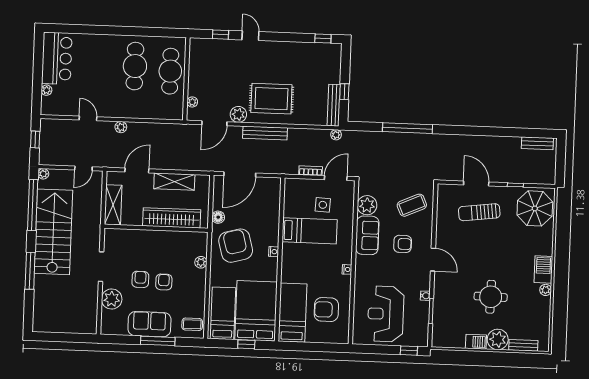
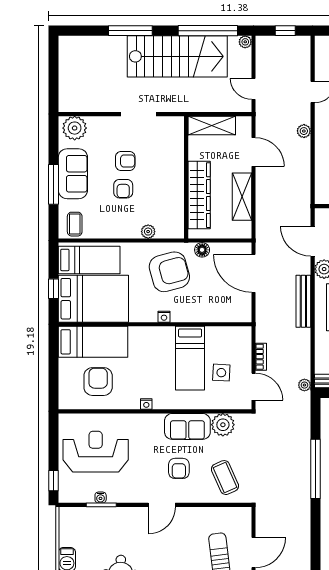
armchair: (164, 282) -> (123, 189), turned 90
water cooler: (425, 296) -> (101, 497), moved
plant: (112, 299) -> (75, 128), moved

